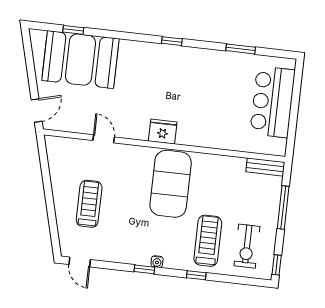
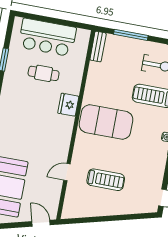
cafe table: (227, 100) -> (44, 73), added
fridge: (163, 132) -> (68, 105), moved
treadmill: (89, 204) -> (106, 180), moved, turned 180

